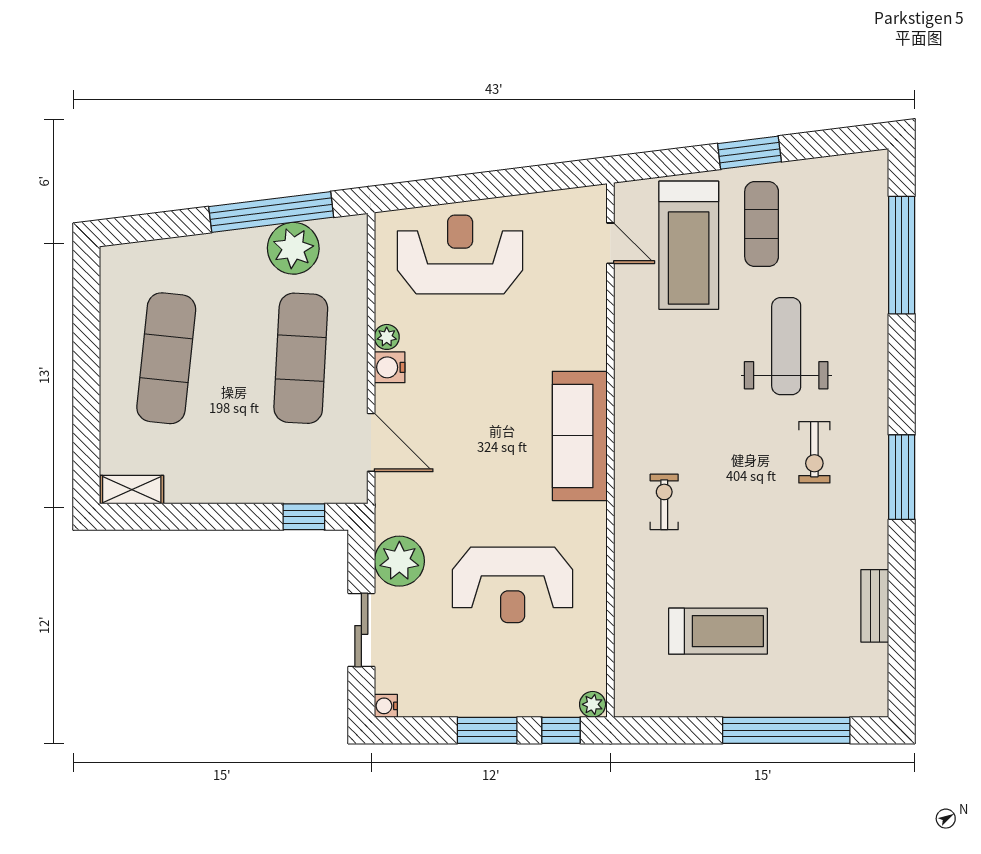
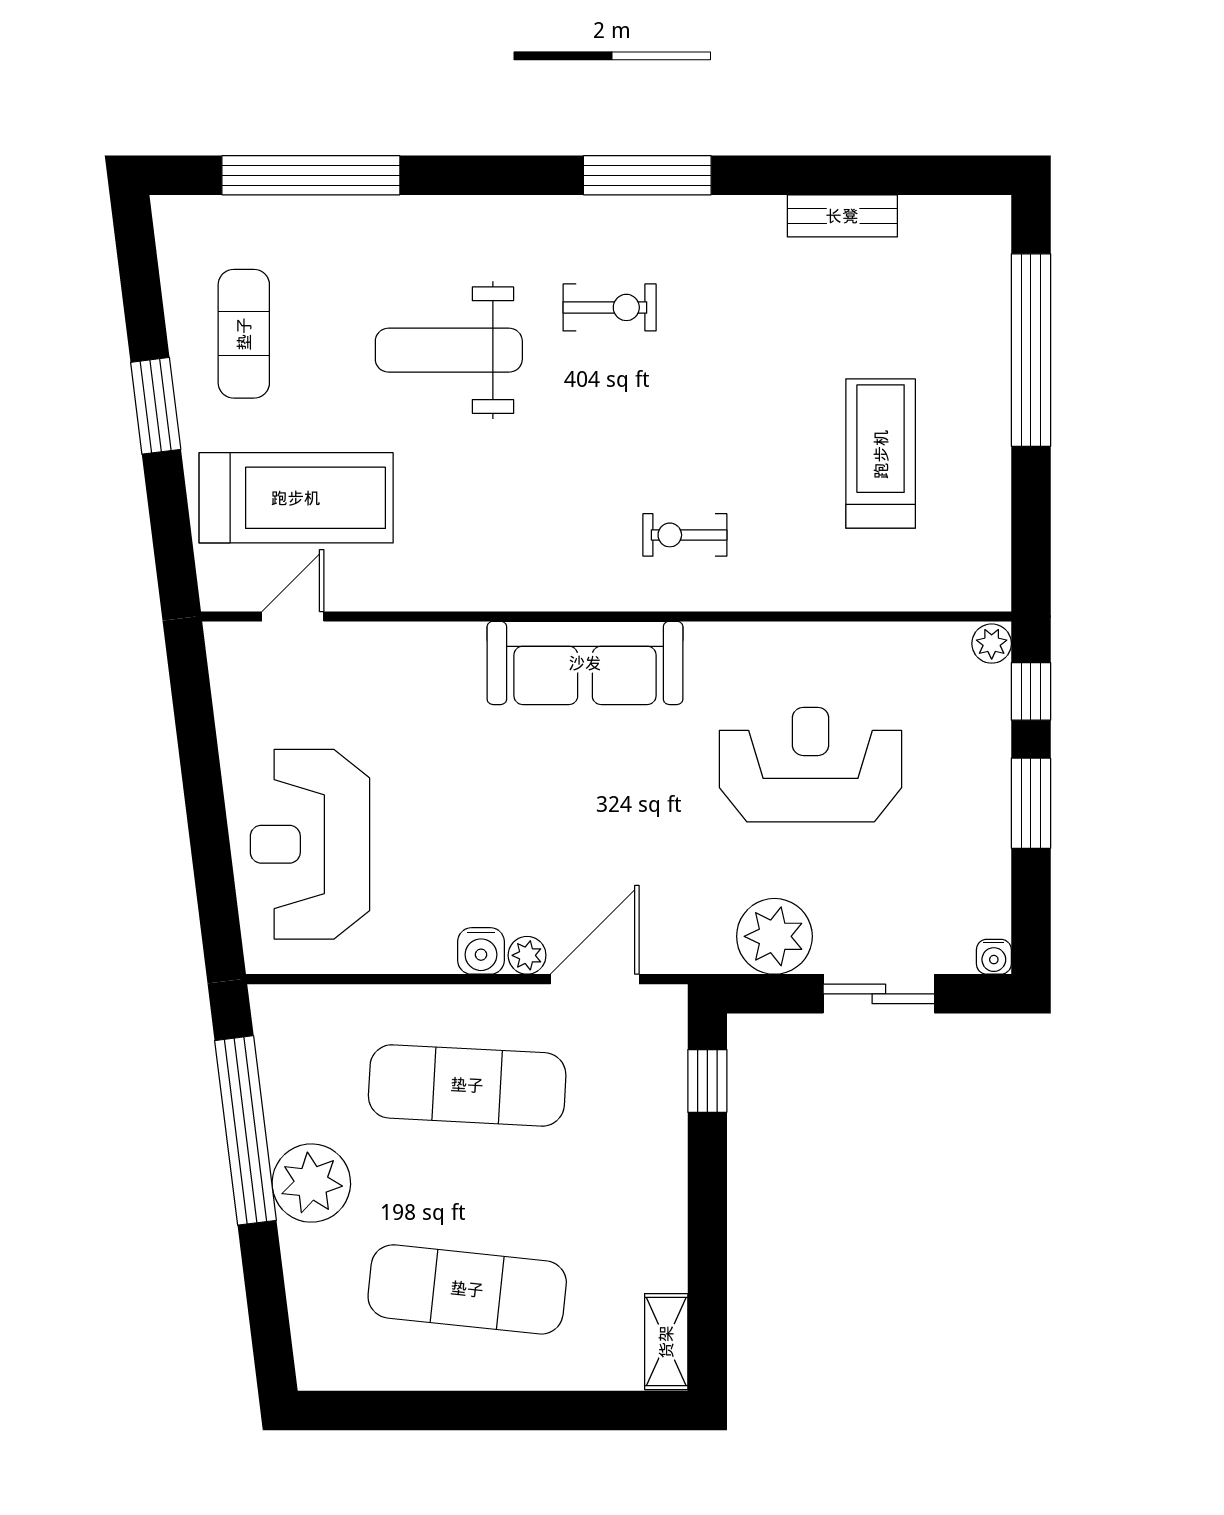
exercise mat: (762, 224) -> (244, 334), moved, turned 90
plant: (293, 248) -> (311, 1183), moved
plant: (387, 337) -> (527, 955), moved
reception desk: (513, 585) -> (811, 765), turned -90

